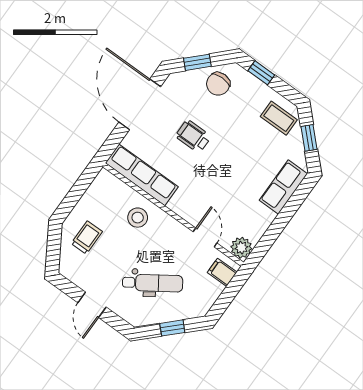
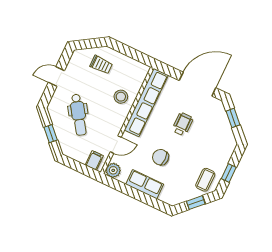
window: (261, 73) -> (229, 173), moved
chair: (218, 84) -> (161, 157), moved
row of seats: (142, 175) -> (146, 103), width x1.36
row of seats: (283, 187) -> (145, 184), moved

